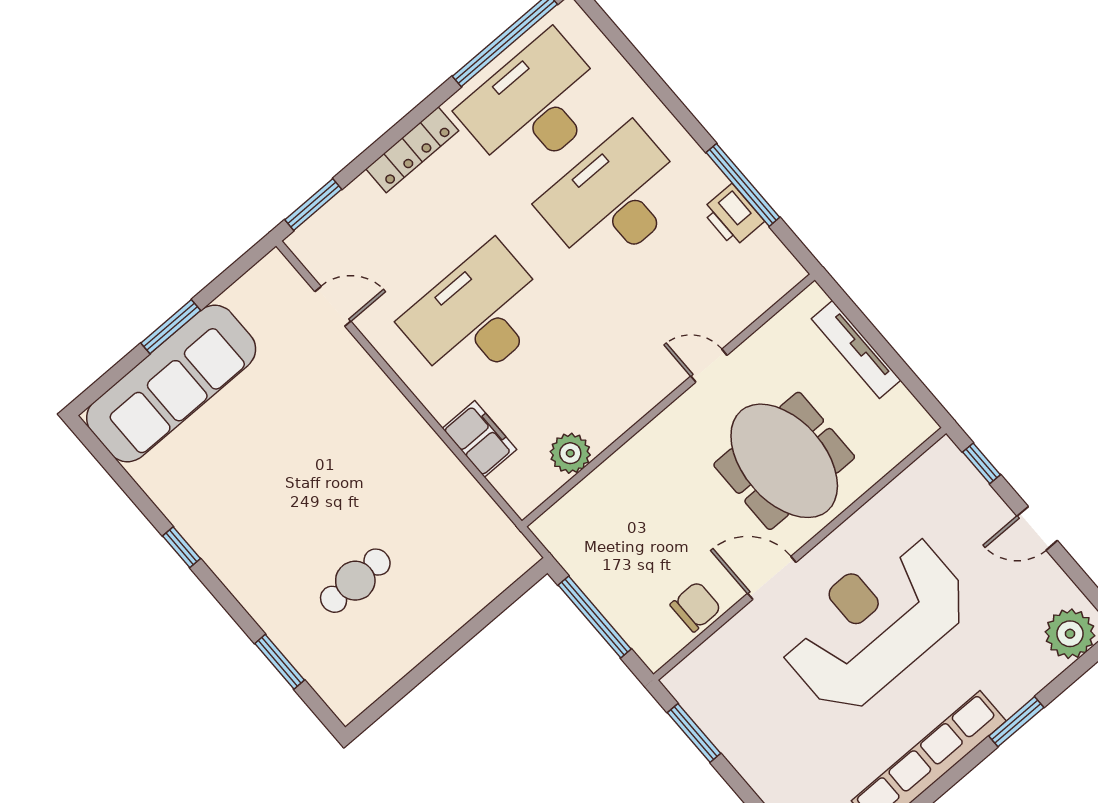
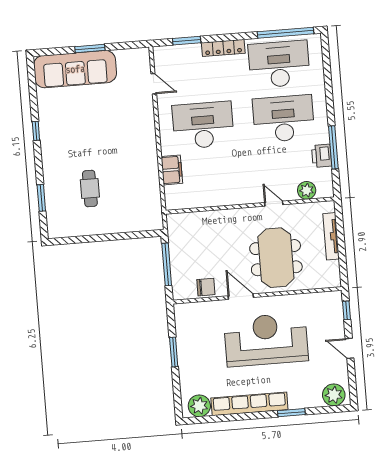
window: (313, 205) -> (187, 41), moved
plant: (570, 453) -> (307, 190), moved
cafe table: (355, 581) -> (90, 188), turned 90
window: (694, 733) -> (174, 352), moved

